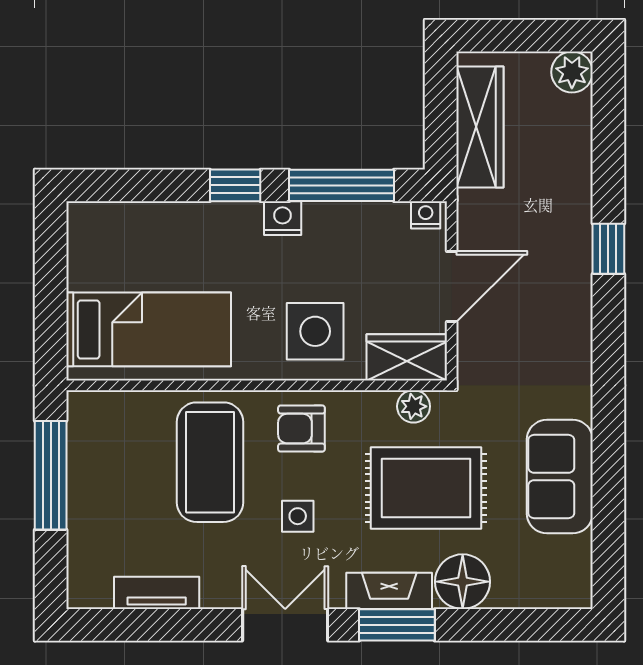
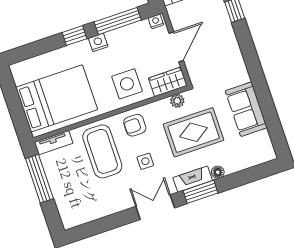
bed: (149, 329) -> (57, 98), width x1.50
floor lamp: (463, 582) -> (218, 172), width x0.53, depth x0.53
tv unit: (157, 593) -> (54, 143), moved, turned 180

